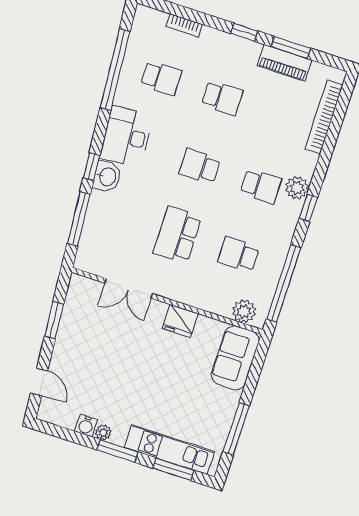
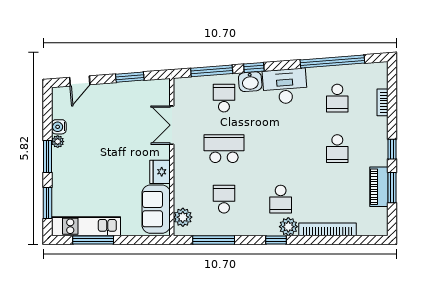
bookcase: (324, 117) -> (328, 229), moved
school desk: (200, 166) -> (224, 98), moved
window: (284, 283) -> (214, 240), width x0.68
sofa: (235, 358) -> (156, 209), moved, turned -90
kitchen unit: (169, 449) -> (86, 226), moved, turned -90

